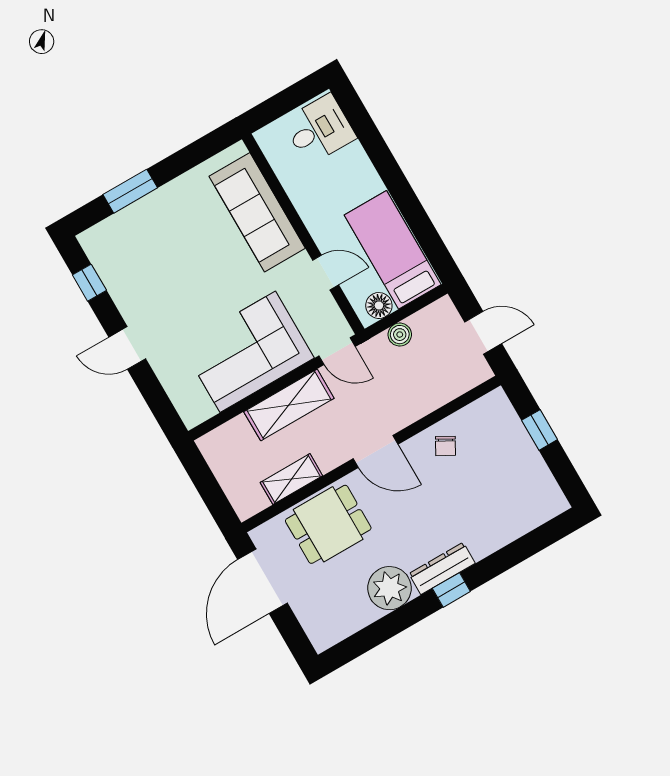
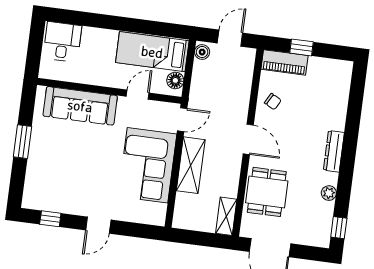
window: (130, 191) -> (22, 142), moved
boiler: (400, 335) -> (202, 52), moved
piano: (505, 423) -> (285, 62), added
door: (375, 452) -> (248, 139), hinge flipped
shelving: (291, 479) -> (226, 216), moved
plant: (389, 588) -> (329, 193), width x0.53, depth x0.53
window: (451, 590) -> (339, 228), moved

